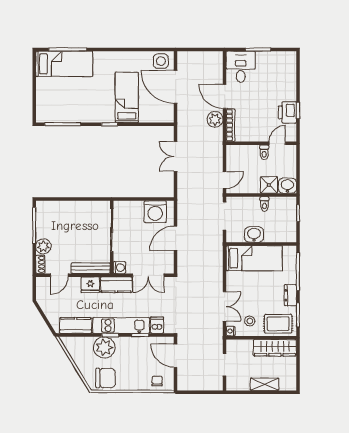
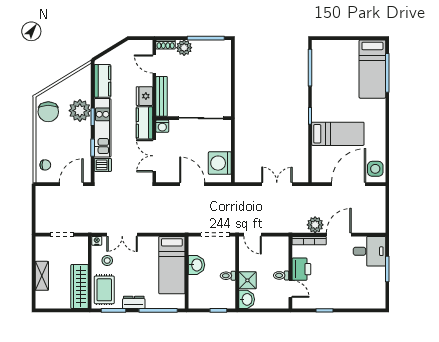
printer: (287, 112) -> (301, 269), moved, turned 90

